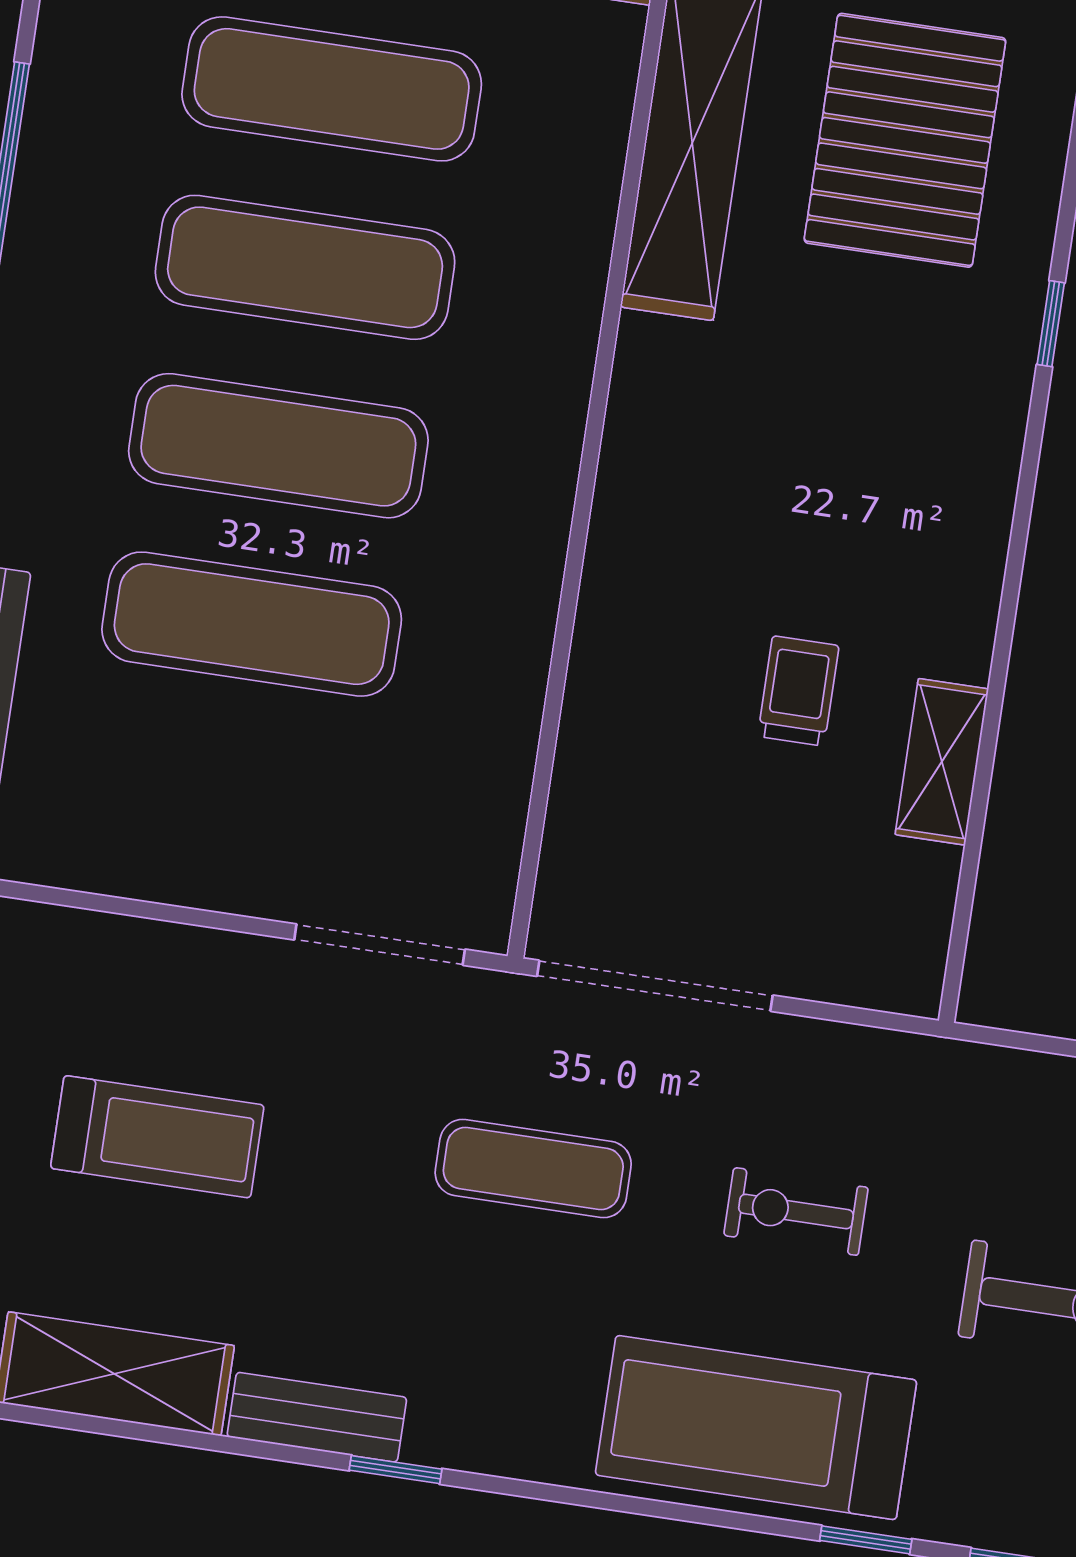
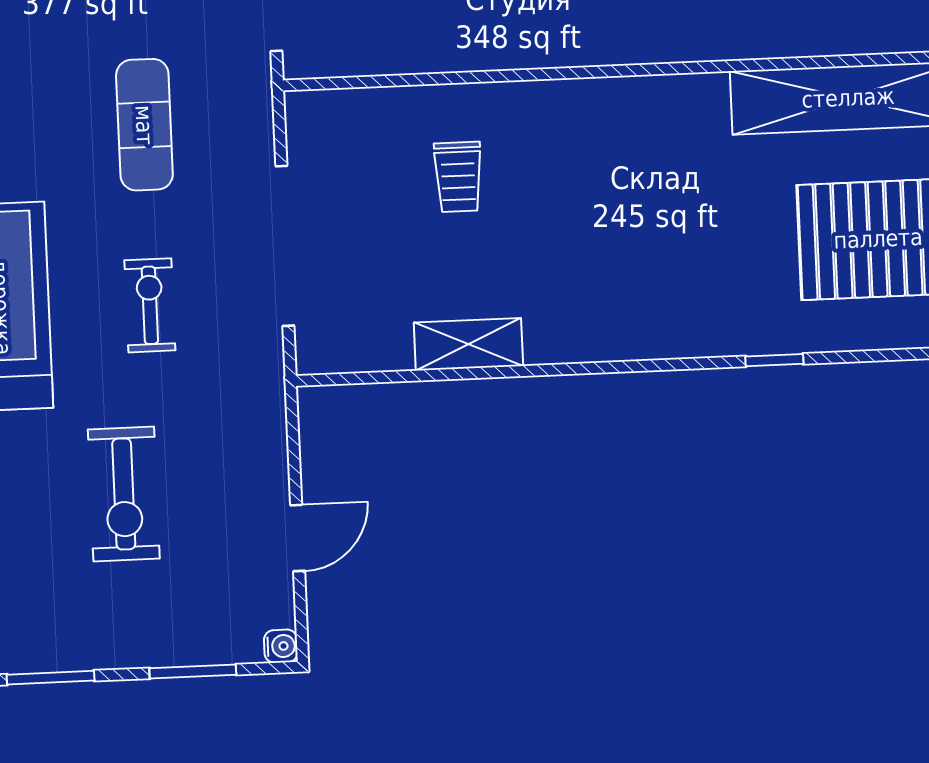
trolley: (798, 691) -> (458, 177), moved, turned 90
doorway: (655, 986) -> (285, 246), moved

